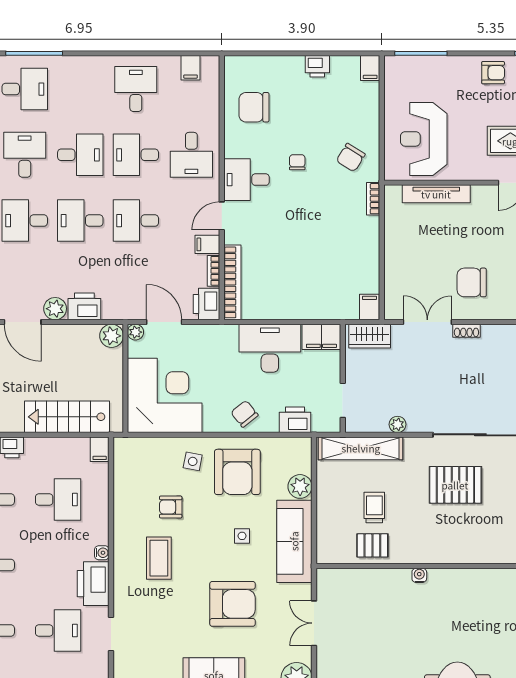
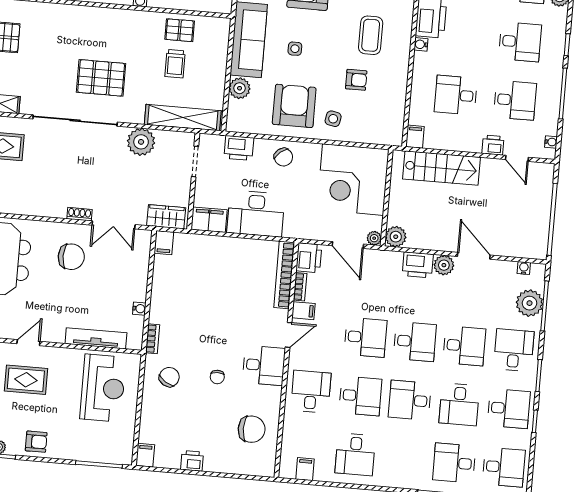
armchair: (493, 73) -> (36, 442), turned 180
water cooler: (391, 231) -> (139, 309), added
plant: (397, 424) -> (141, 142), width x1.88, depth x1.88

